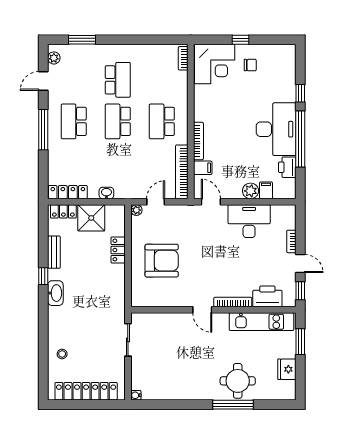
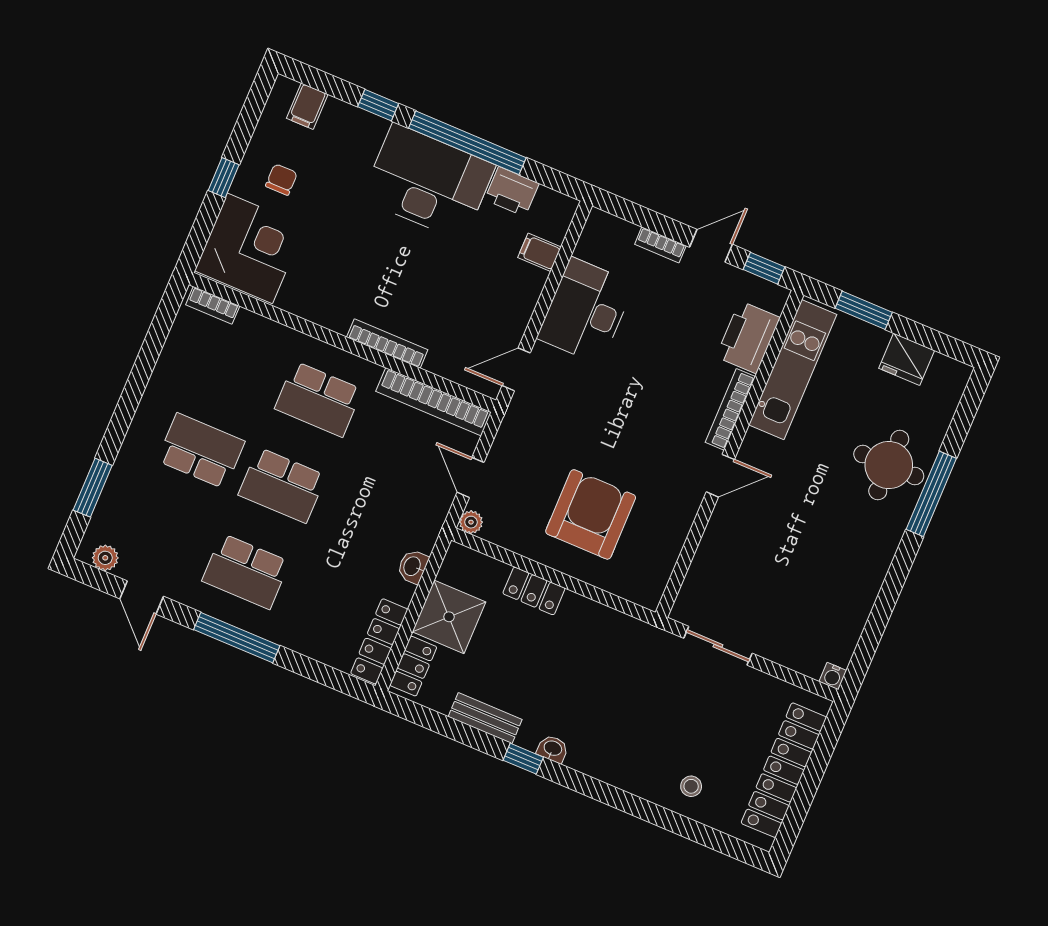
filing cabinet: (203, 168) -> (307, 106), moved, turned 180
plant: (251, 191) -> (528, 283), removed
washbasin: (55, 293) -> (553, 749), width x0.52, depth x0.69

